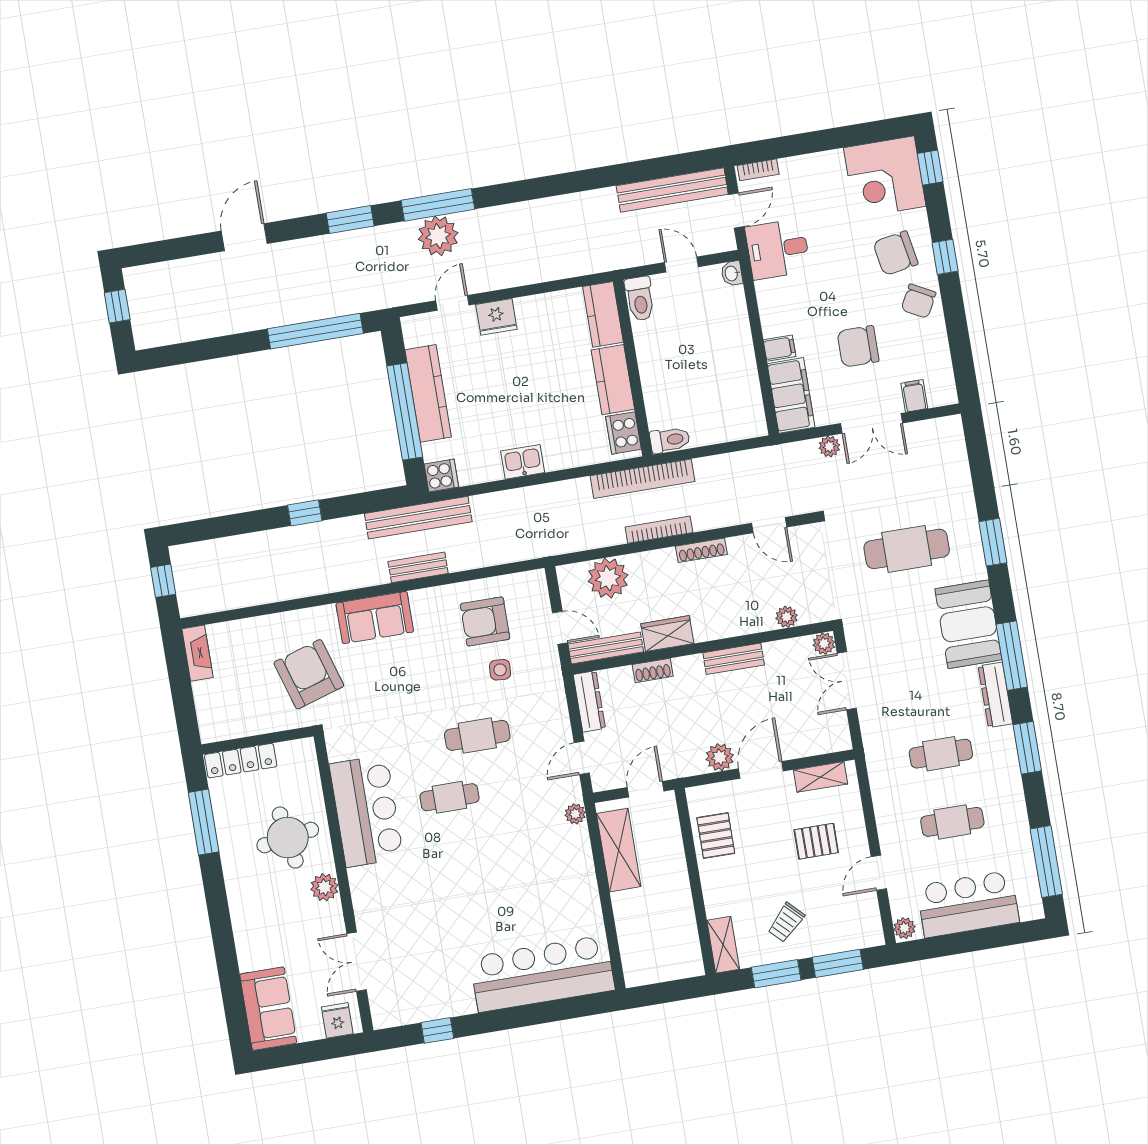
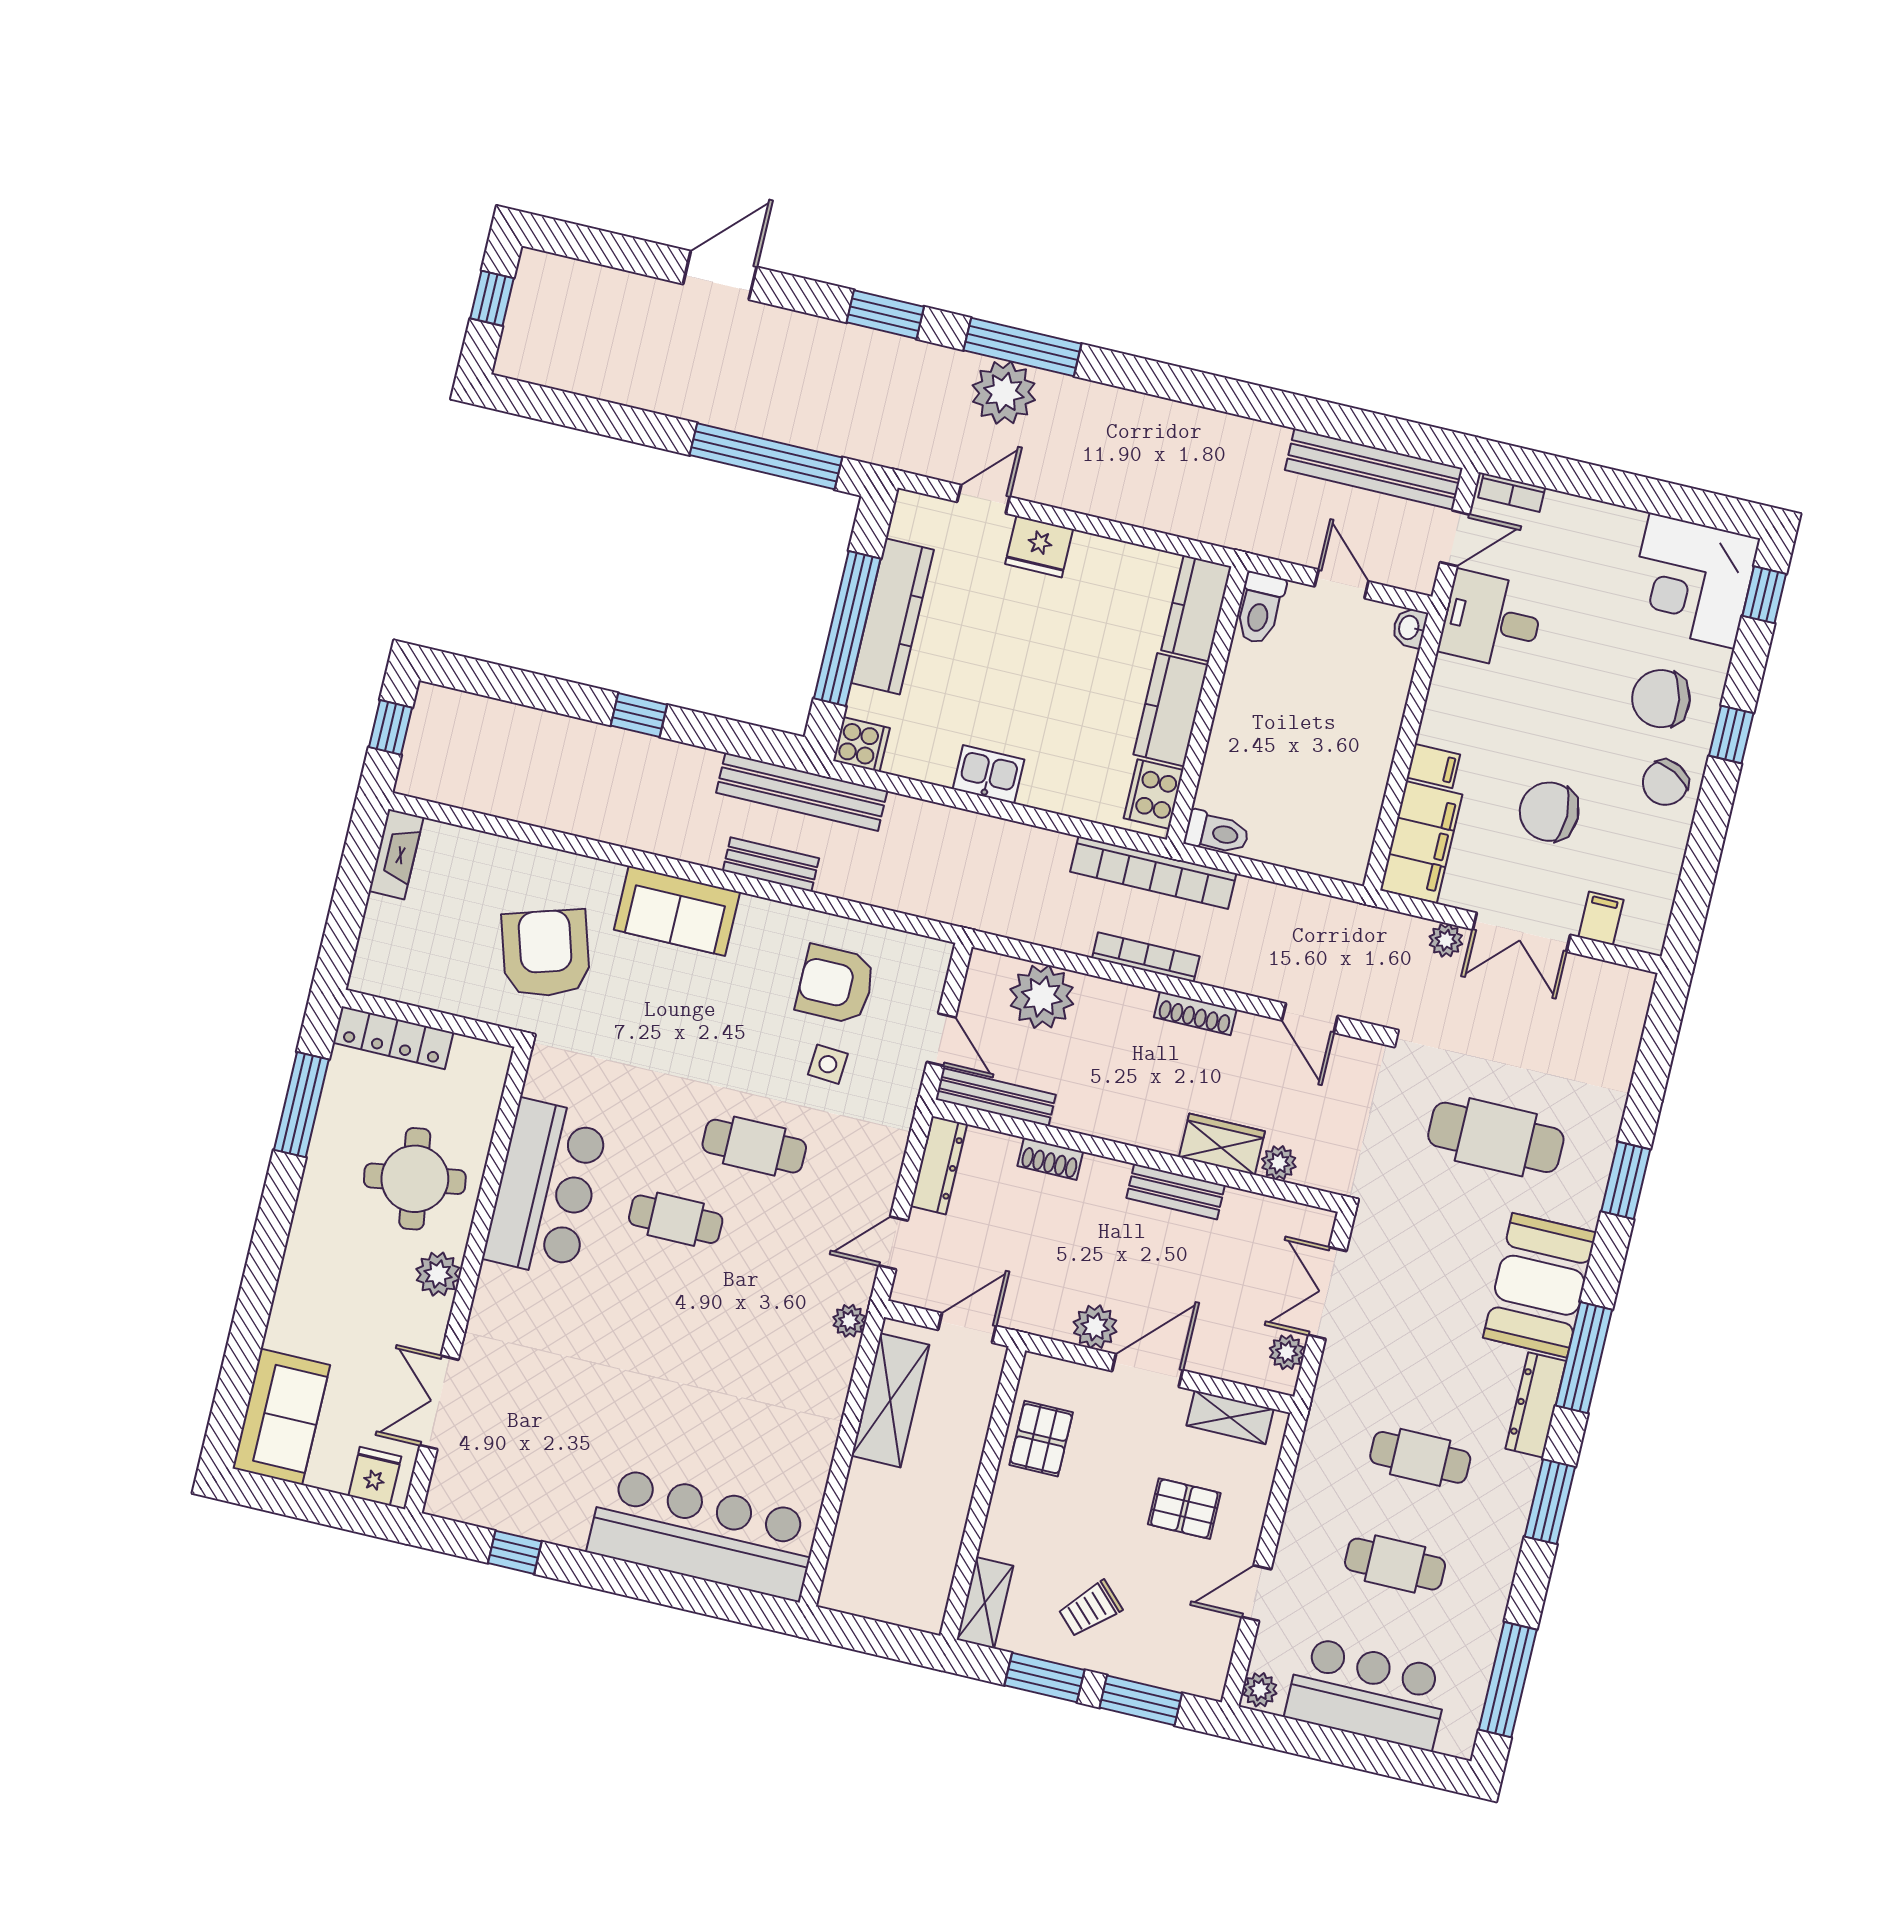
wardrobe: (667, 634) -> (1222, 1144), moved
plant: (824, 644) -> (1287, 1352), moved

